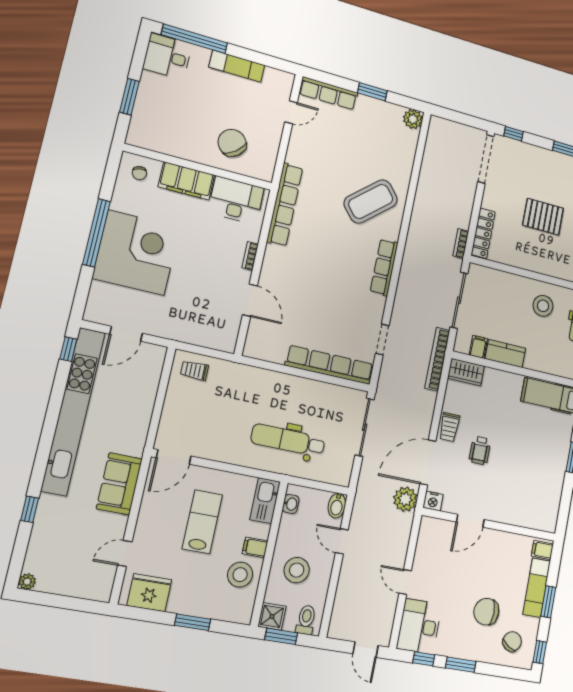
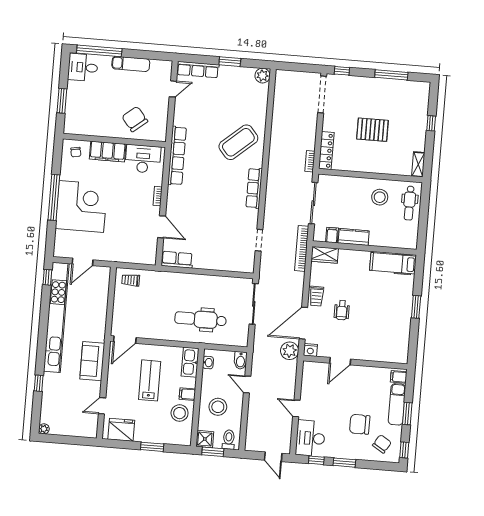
row of seats: (330, 365) -> (177, 260), moved, width x0.50

